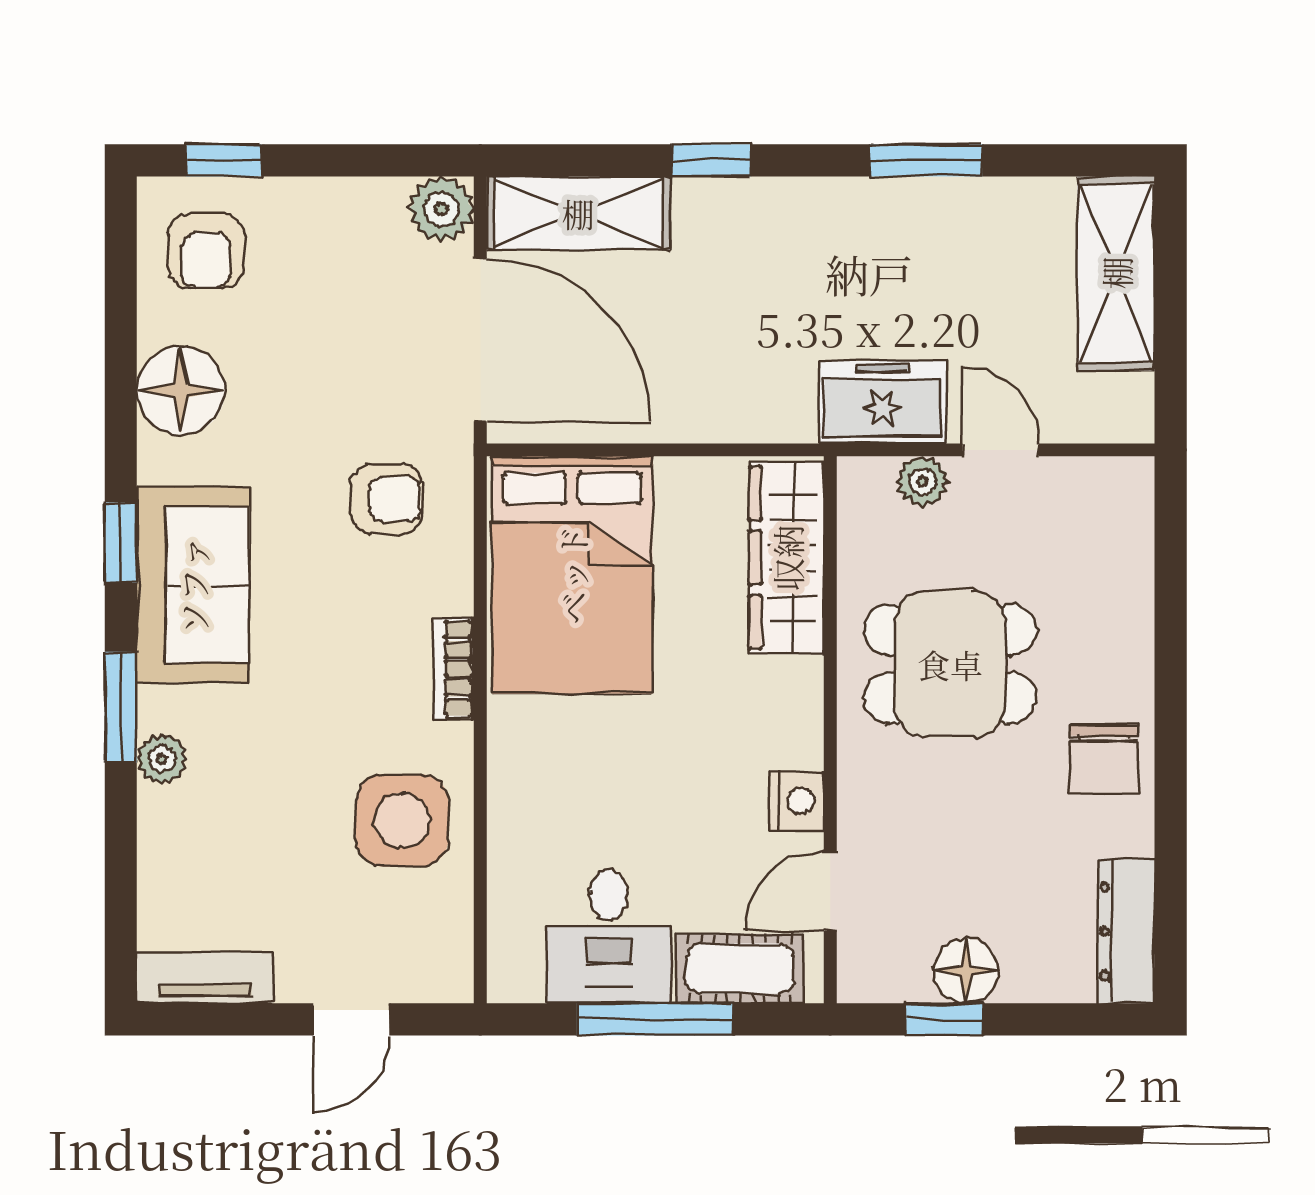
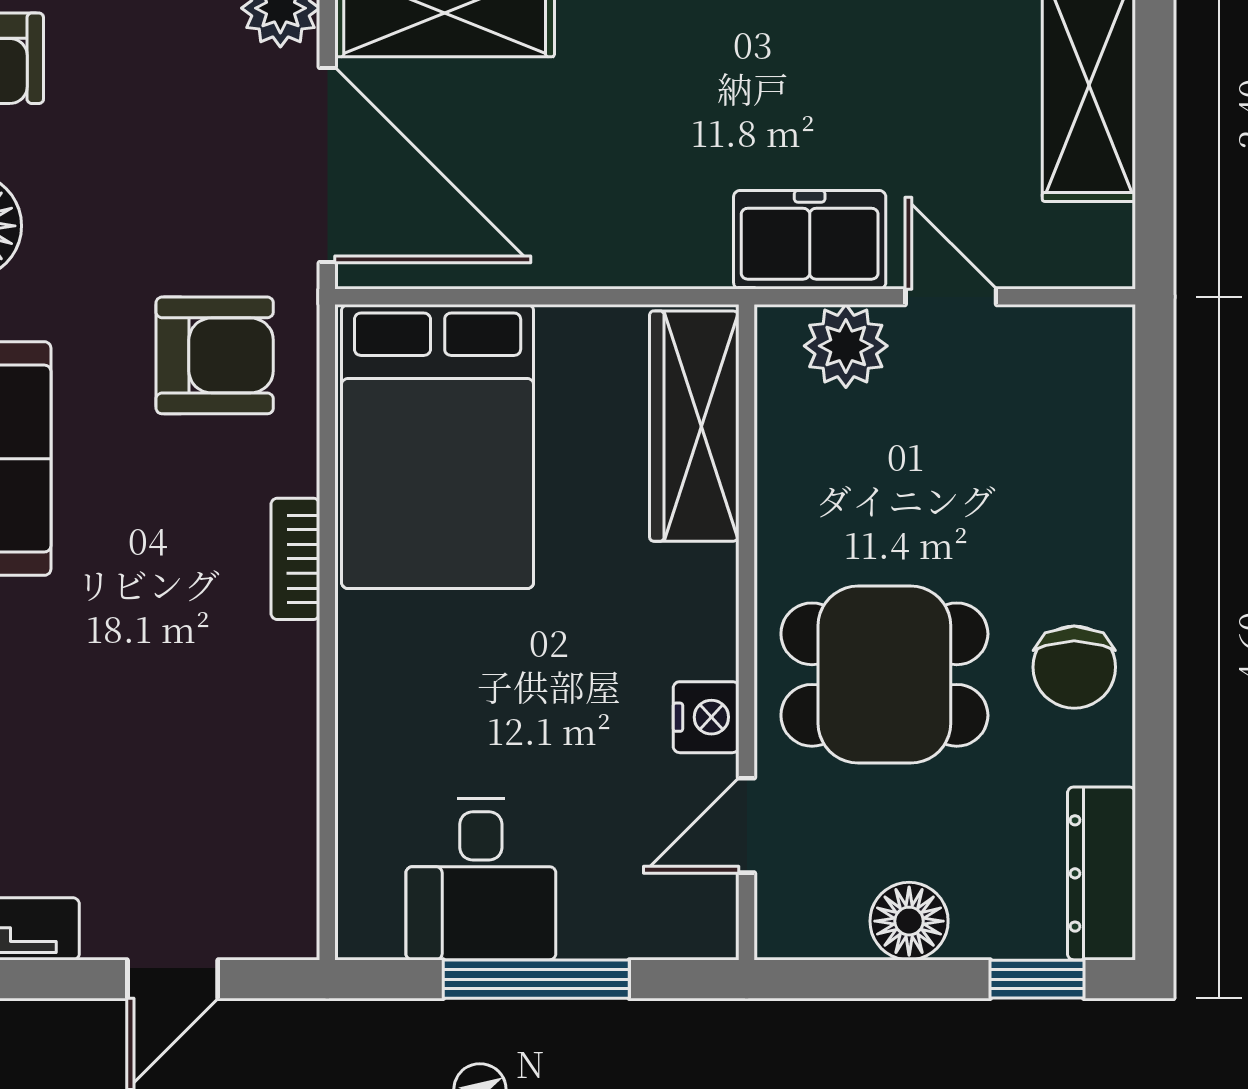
plant: (922, 481) -> (846, 346), width x1.38, depth x1.38
armchair: (386, 499) -> (215, 355), width x1.38, depth x1.38
dining table: (950, 664) -> (884, 675), moved
side table: (402, 820) -> (234, 741), removed
cot: (740, 969) -> (638, 918), removed
window: (945, 1019) -> (1037, 979), moved

